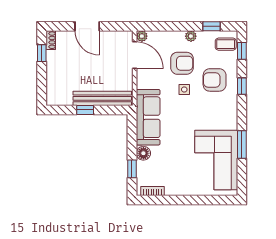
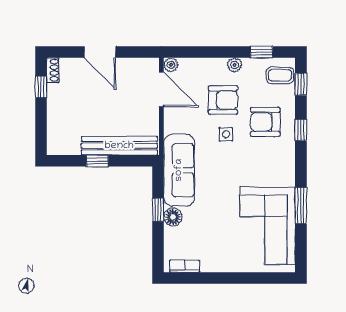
window: (132, 169) -> (158, 210), moved

